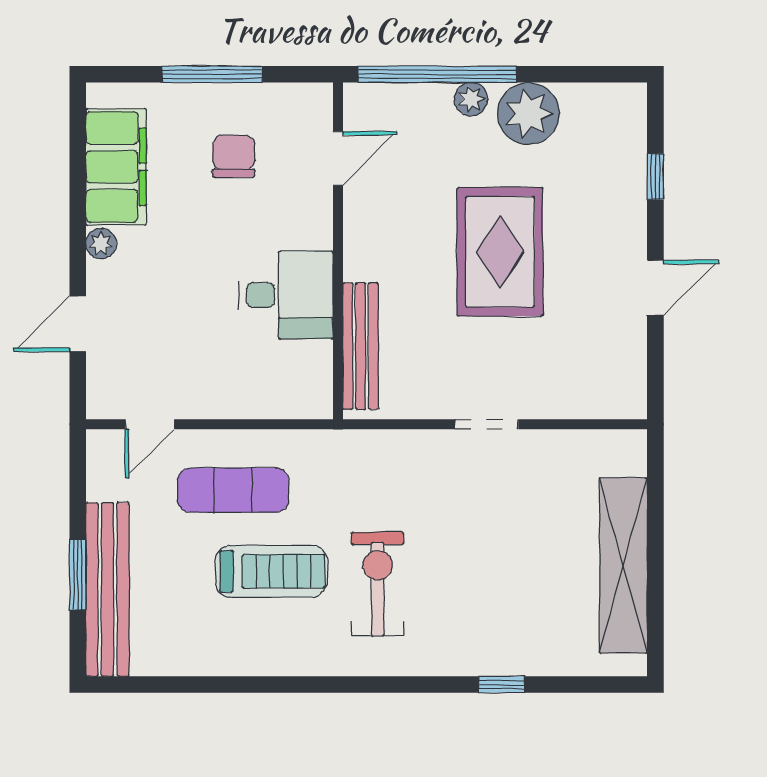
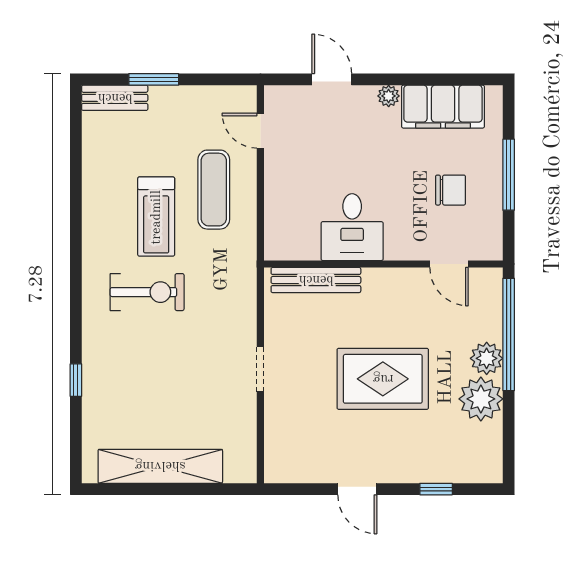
plant: (471, 99) -> (487, 358), width x1.38, depth x1.38
bench: (108, 589) -> (115, 98), width x0.54, depth x0.82

